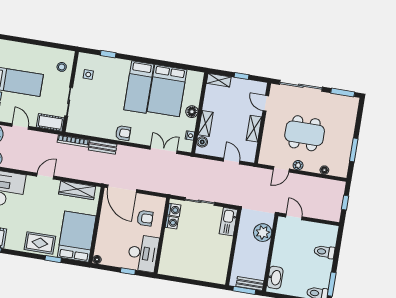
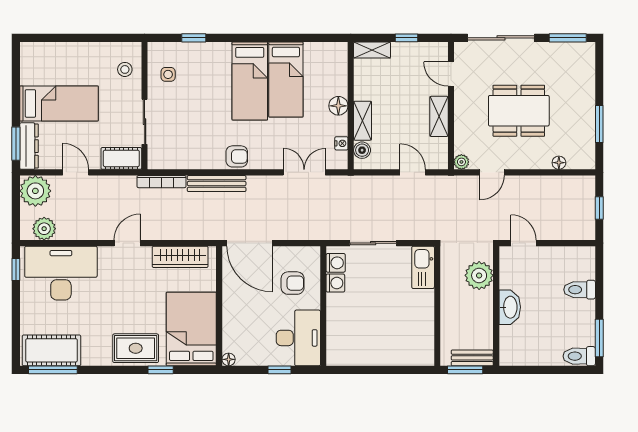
bed: (167, 91) -> (286, 80), width x0.67
bench: (103, 147) -> (217, 184), width x1.36
plant: (298, 165) -> (461, 162), moved
washbasin: (275, 278) -> (510, 307), moved

